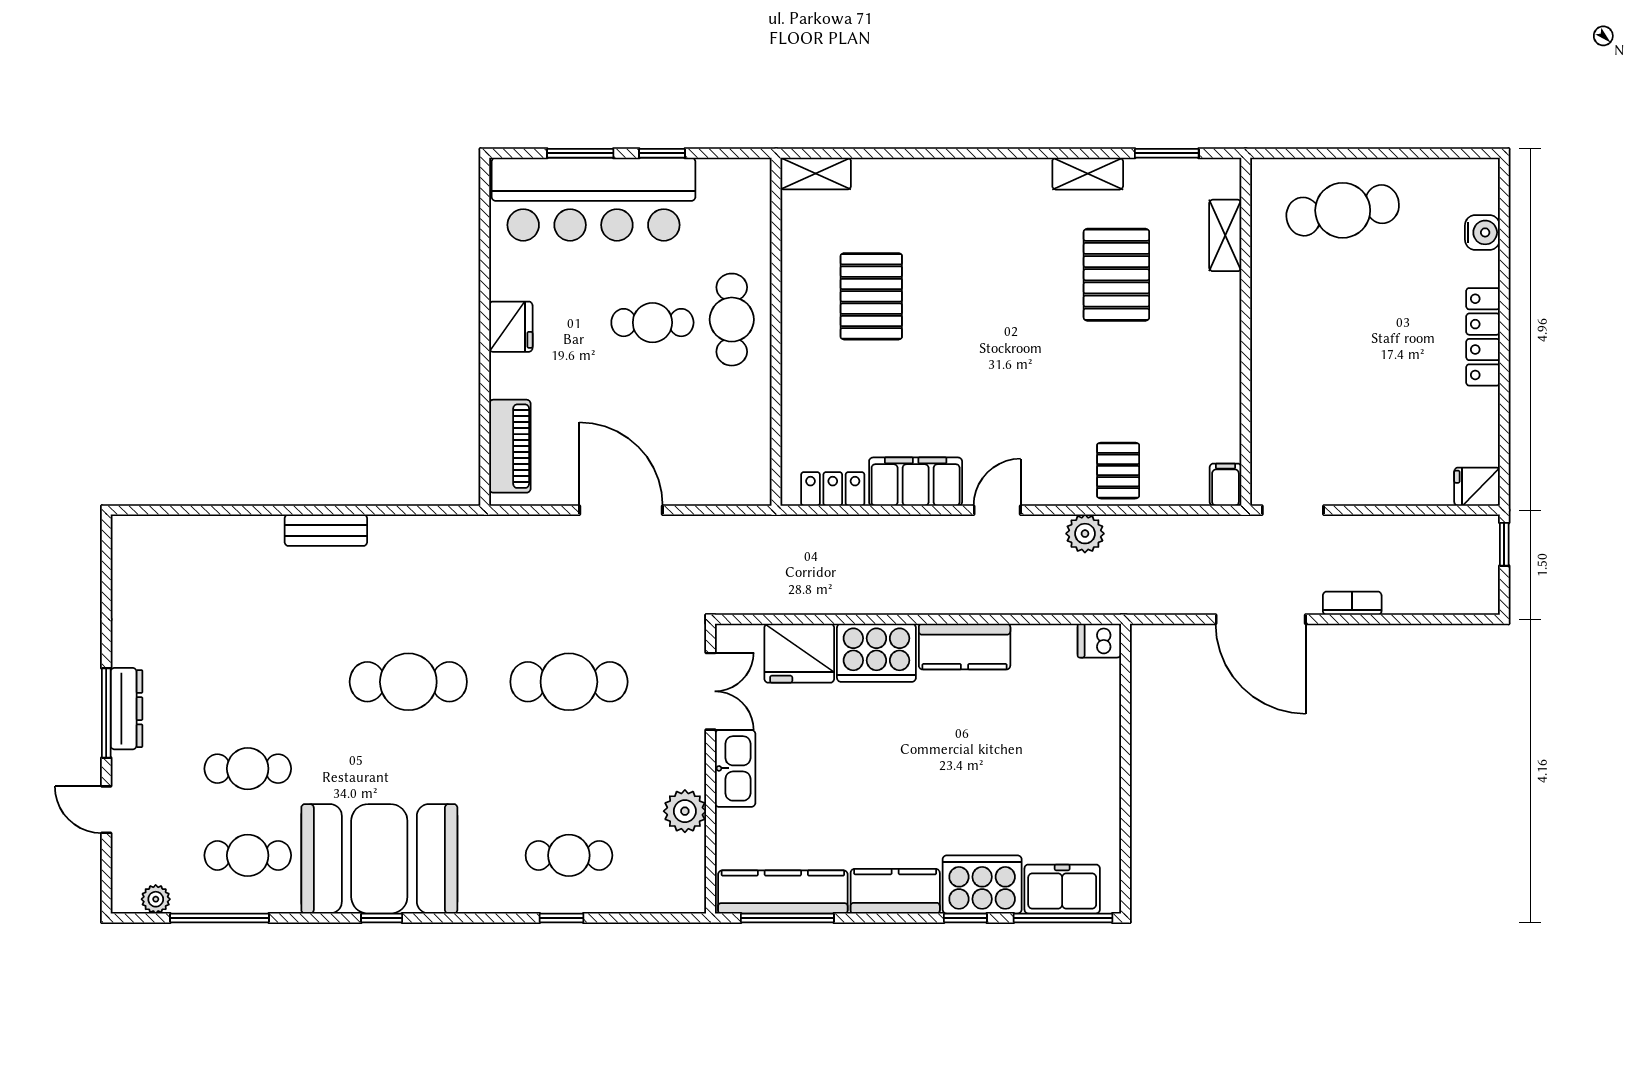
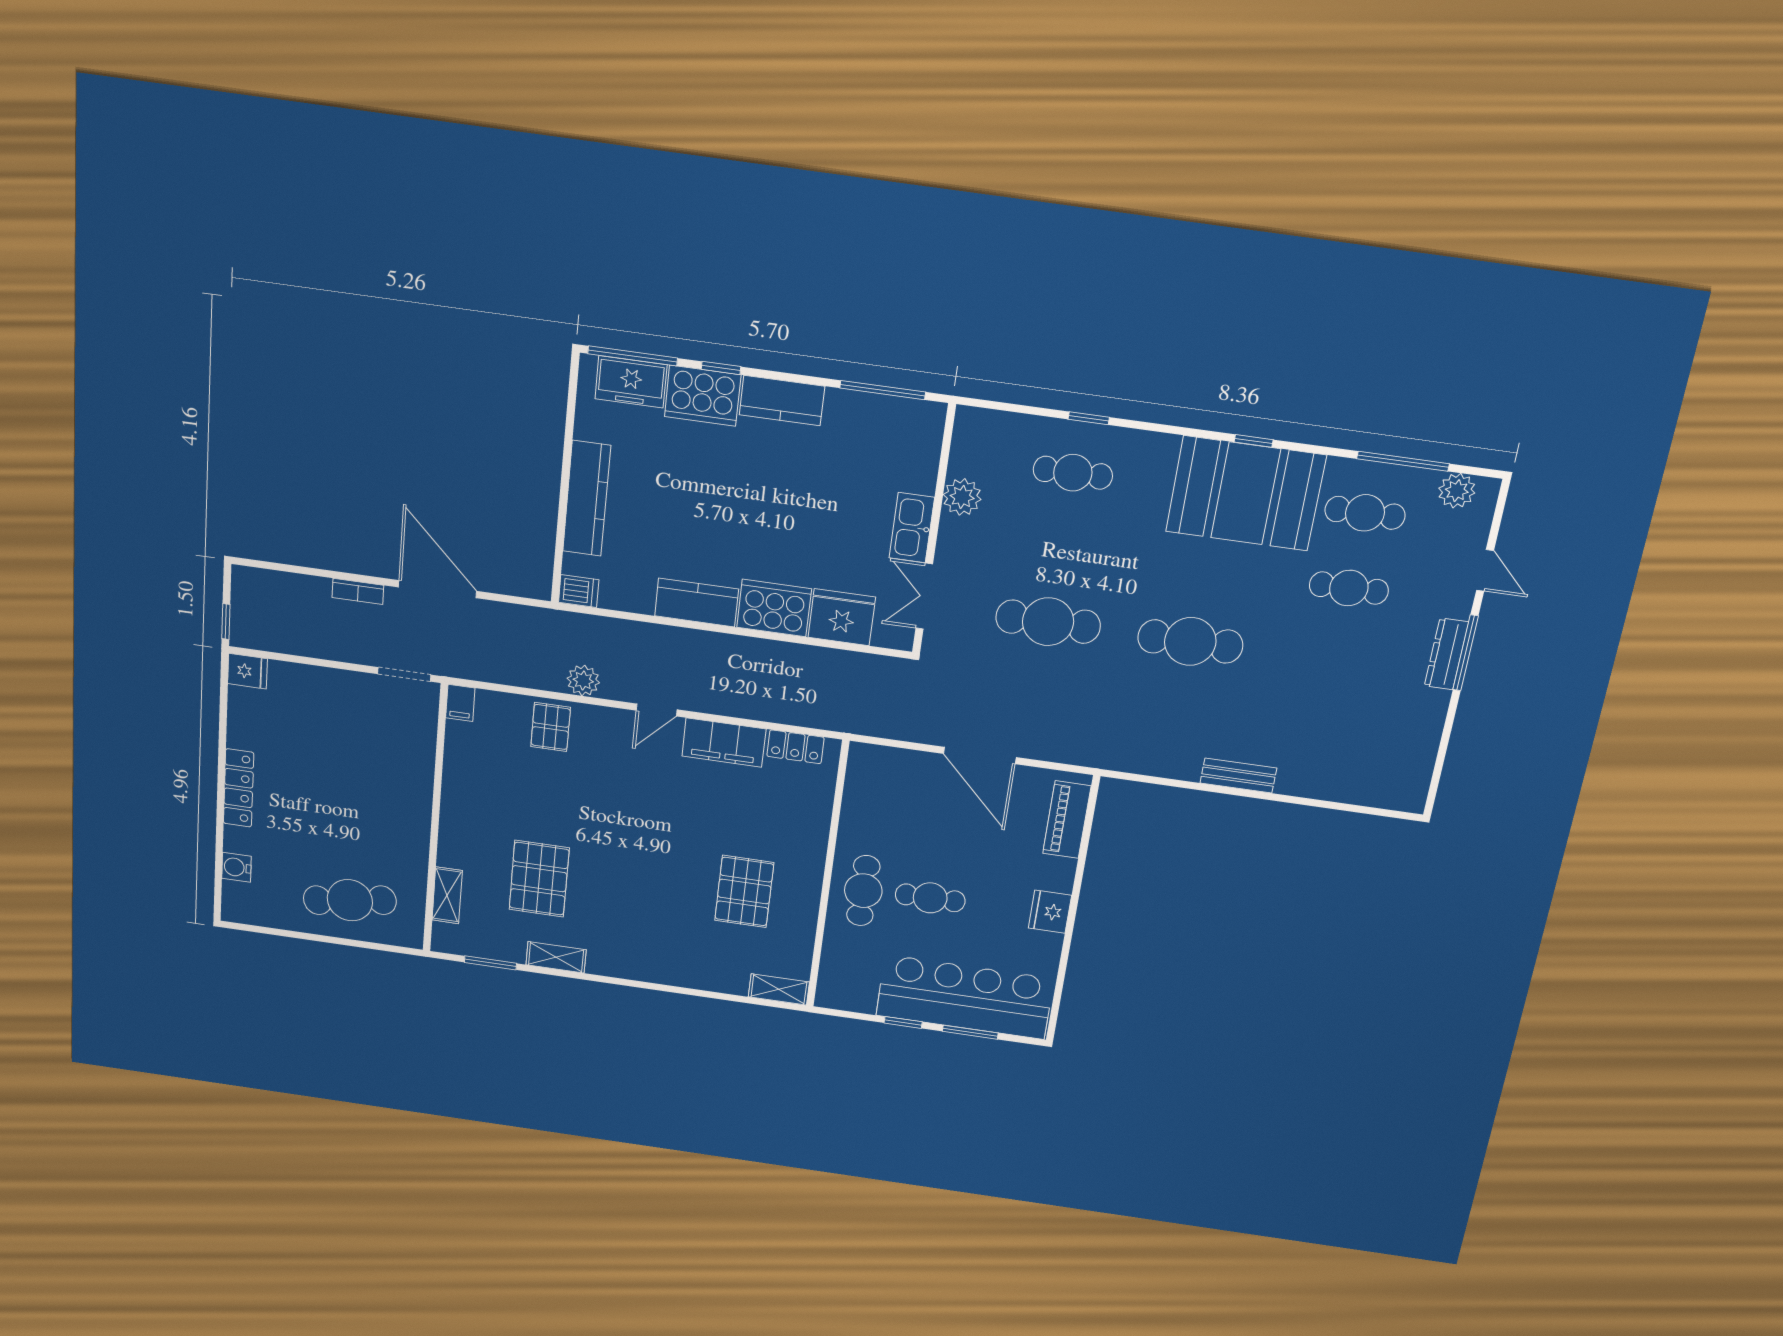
kitchen counter: (783, 892) -> (587, 498), moved, turned -90
plant: (156, 899) -> (1457, 491), width x1.38, depth x1.38

